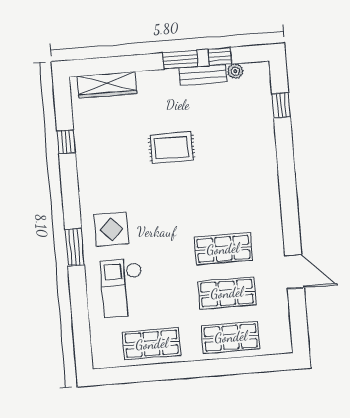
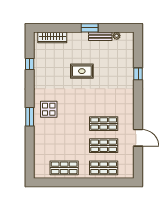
window: (220, 57) -> (109, 28), removed
window: (281, 105) -> (138, 74), moved
checkout: (122, 288) -> (52, 139), removed

